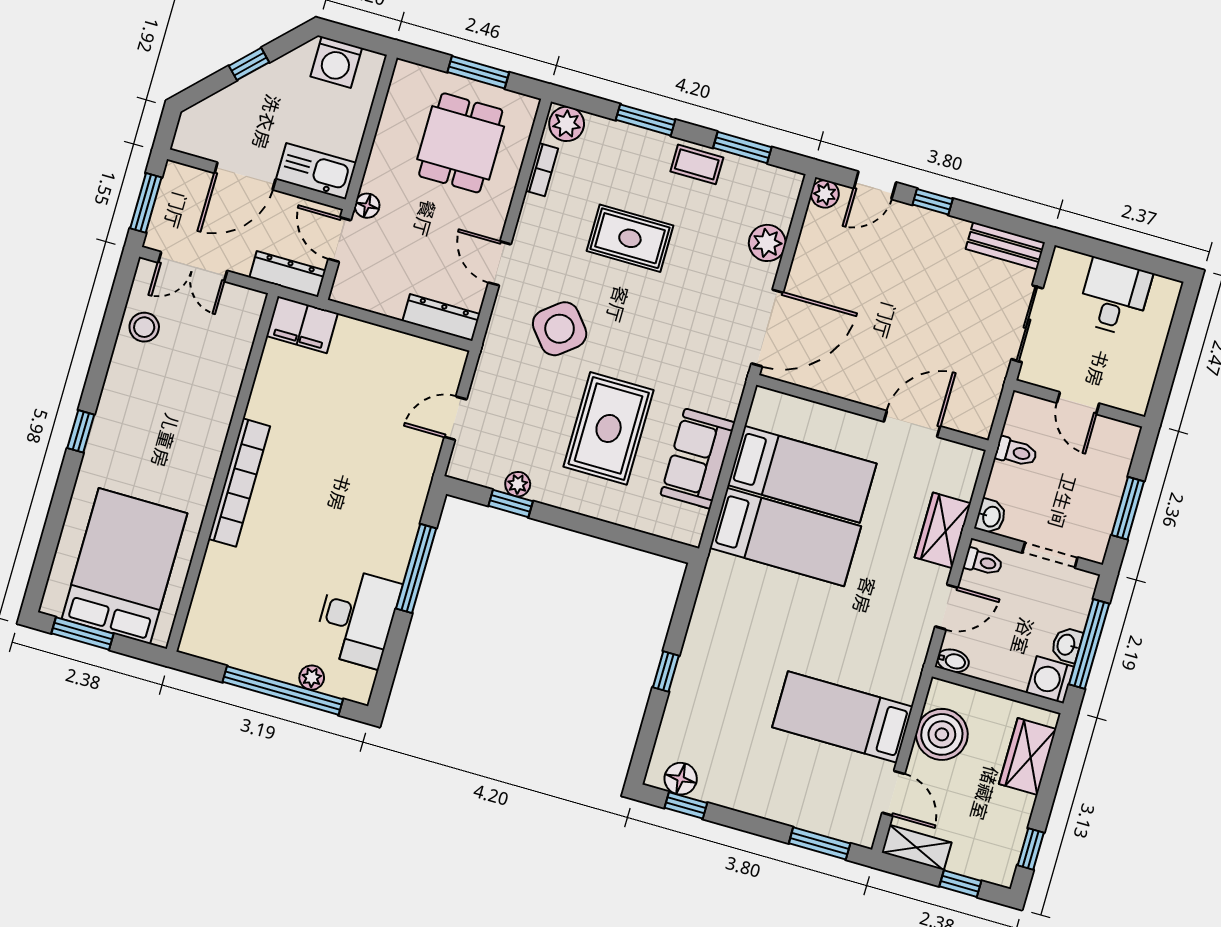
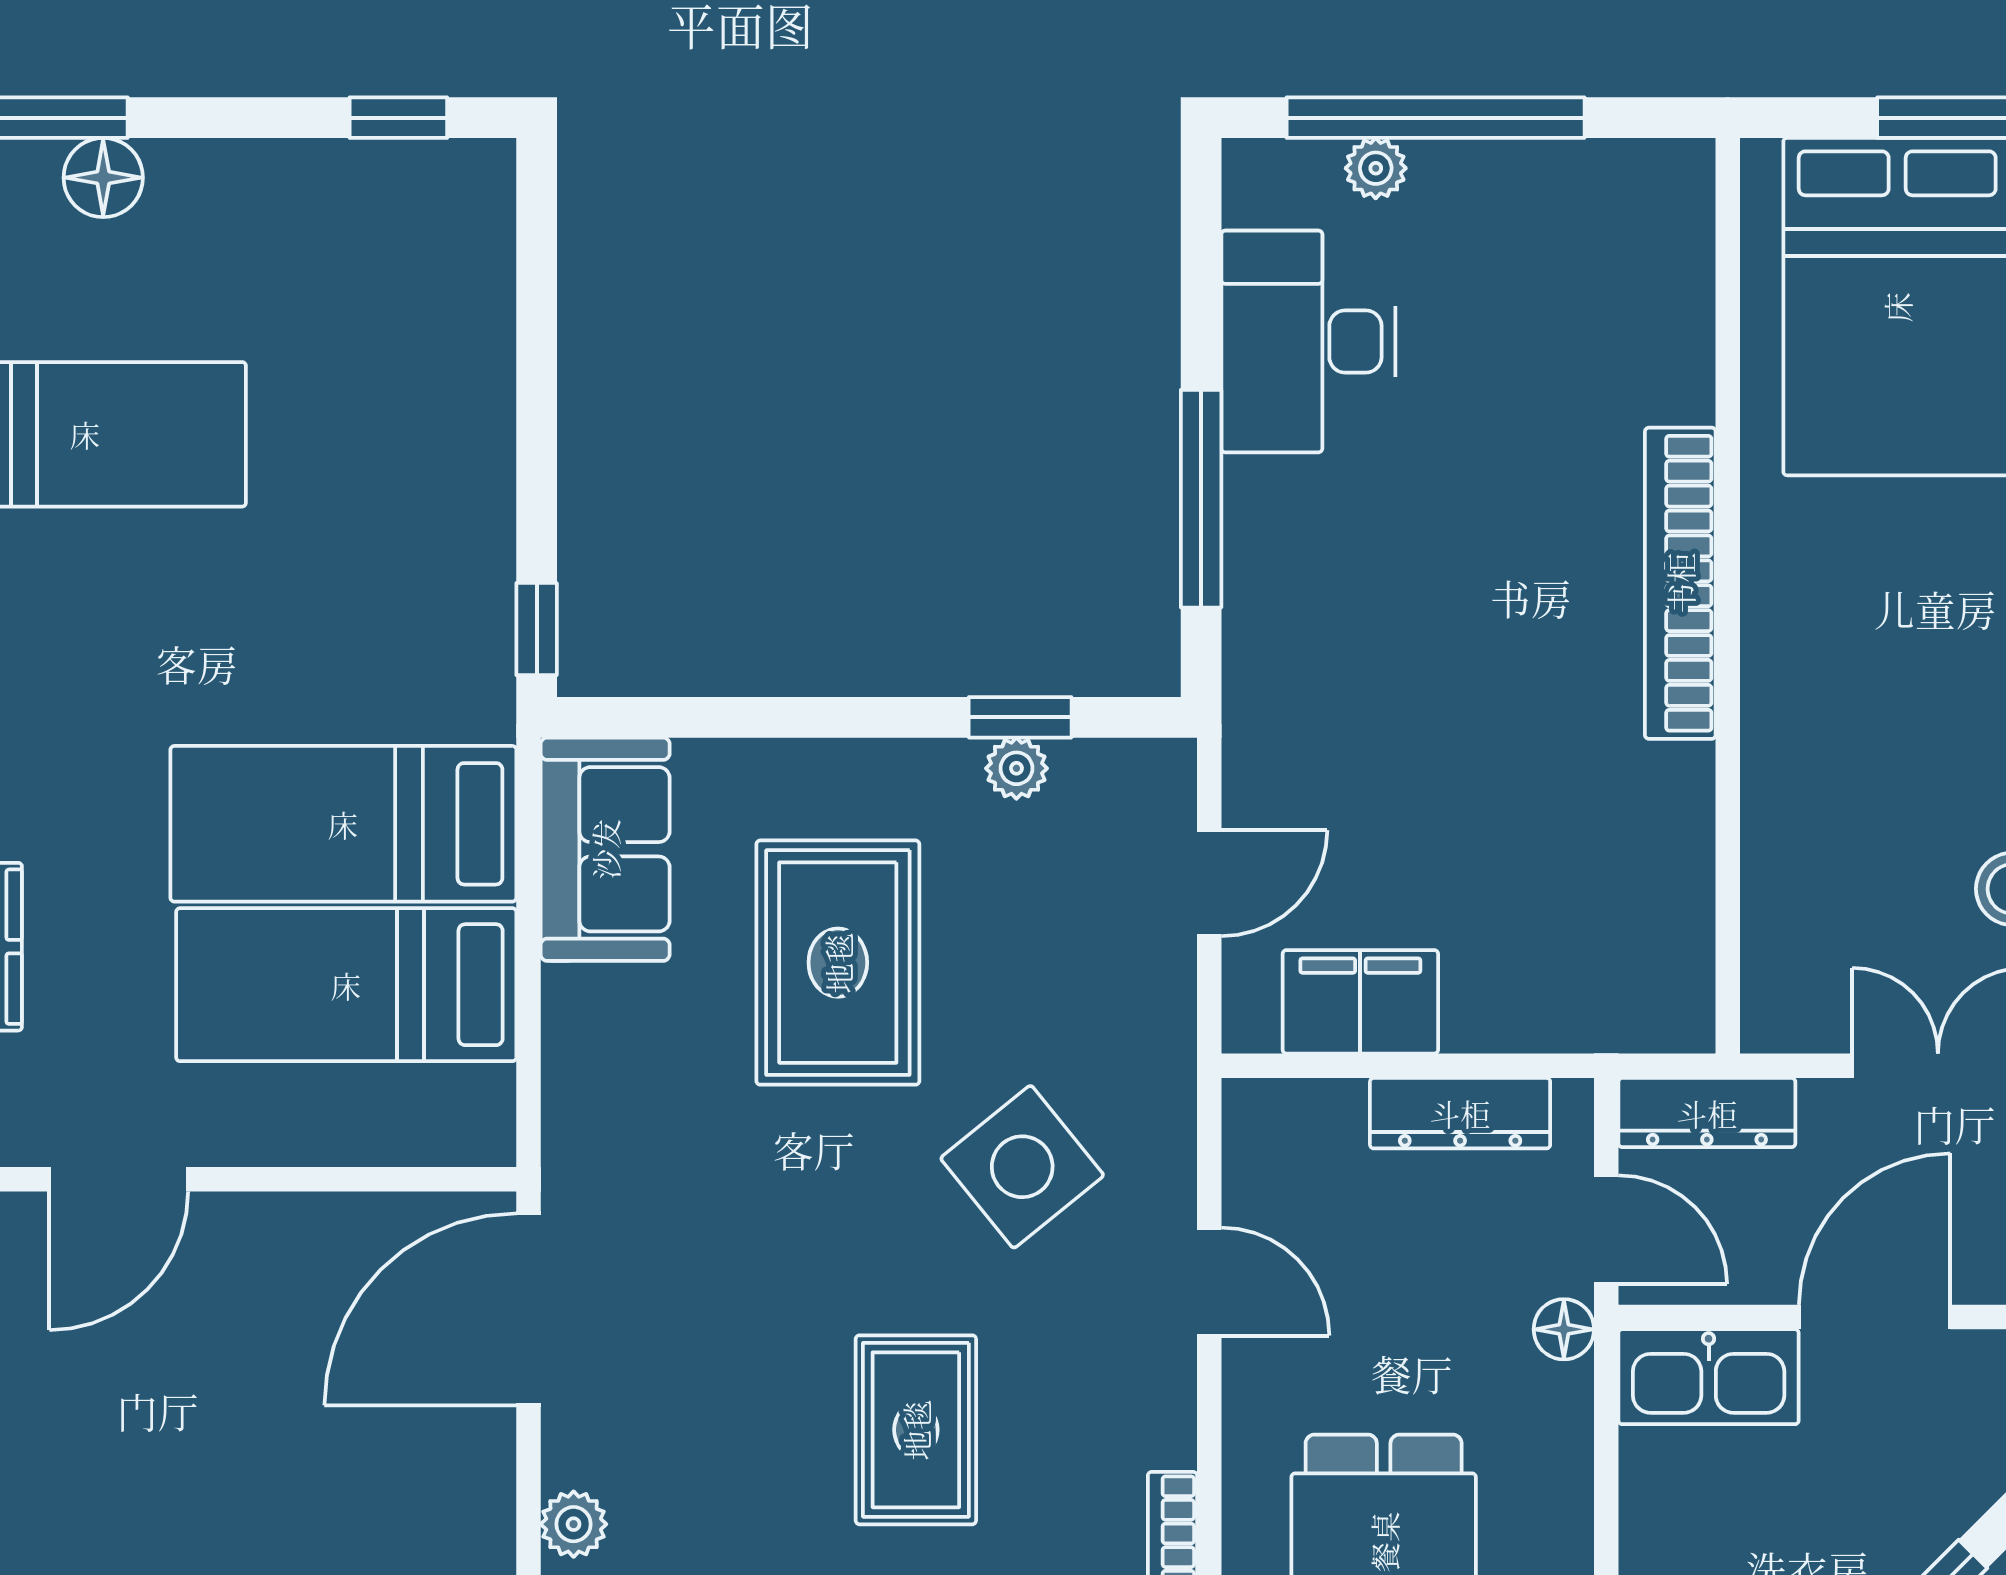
rug: (630, 238) -> (916, 1430), turned 90
plant: (767, 243) -> (574, 1524), width x0.73, depth x0.73
dresser: (441, 318) -> (1460, 1113), moved
filing cabinet: (302, 325) -> (1360, 1002), moved
sofa: (698, 459) -> (605, 849), moved
window: (666, 671) -> (537, 629), moved
floor lamp: (681, 779) -> (103, 178), moved

